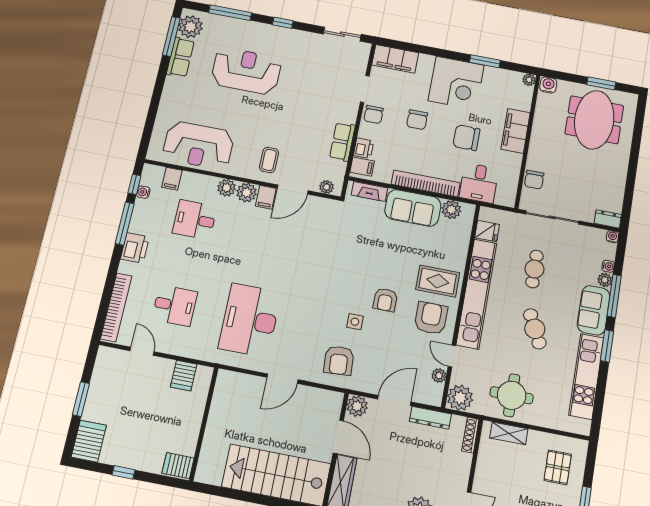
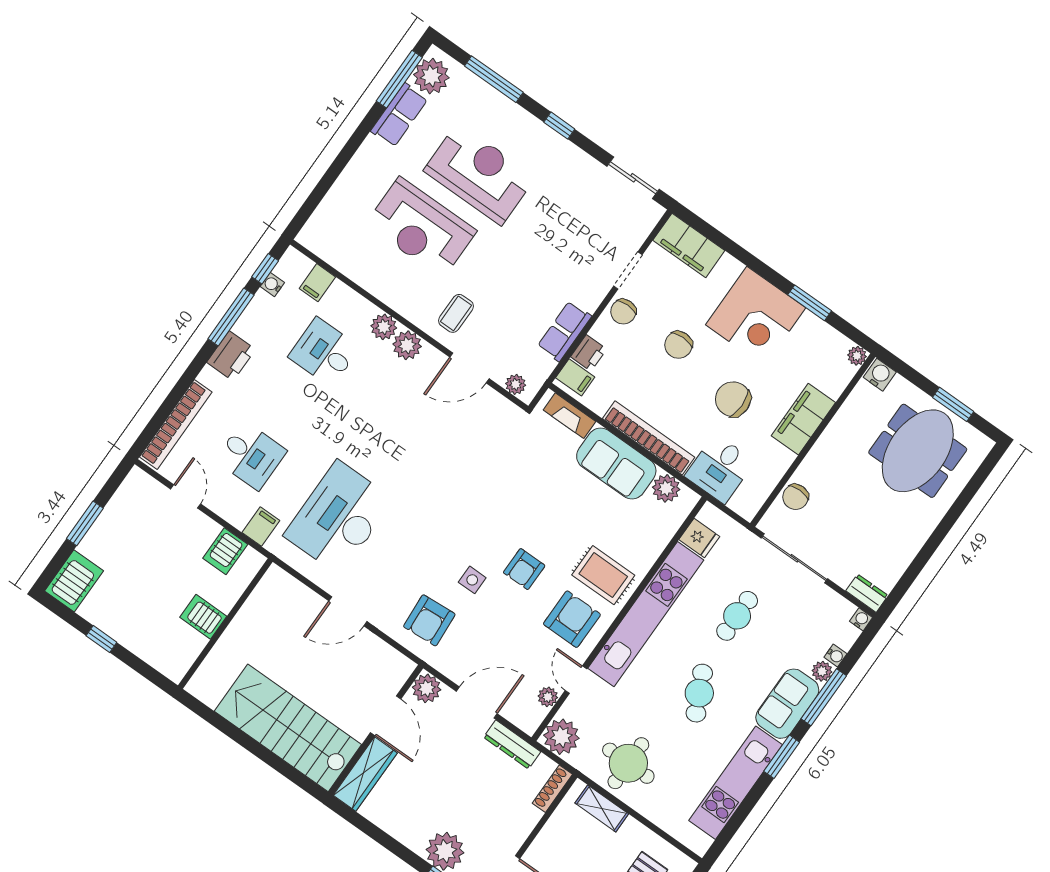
reception desk: (198, 145) -> (421, 228), moved
filing cabinet: (266, 197) -> (261, 526), moved, turned 180
server rack: (178, 466) -> (203, 617), moved

